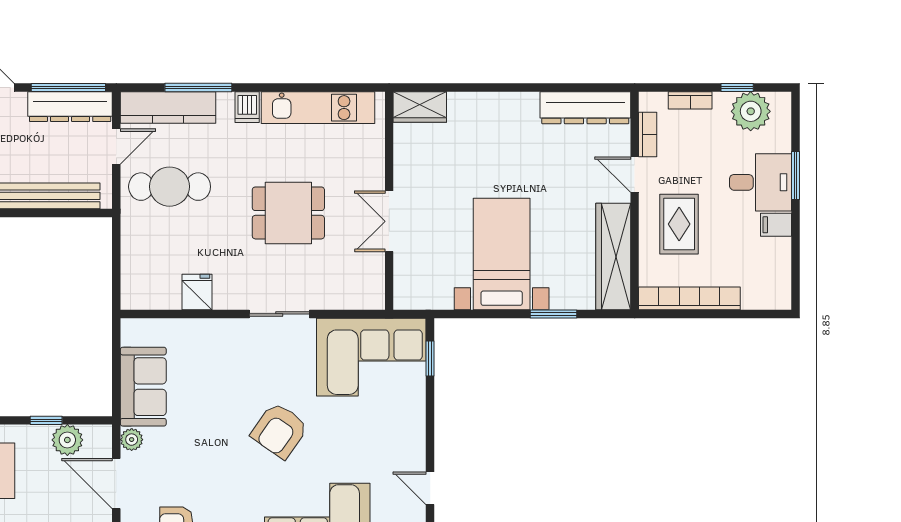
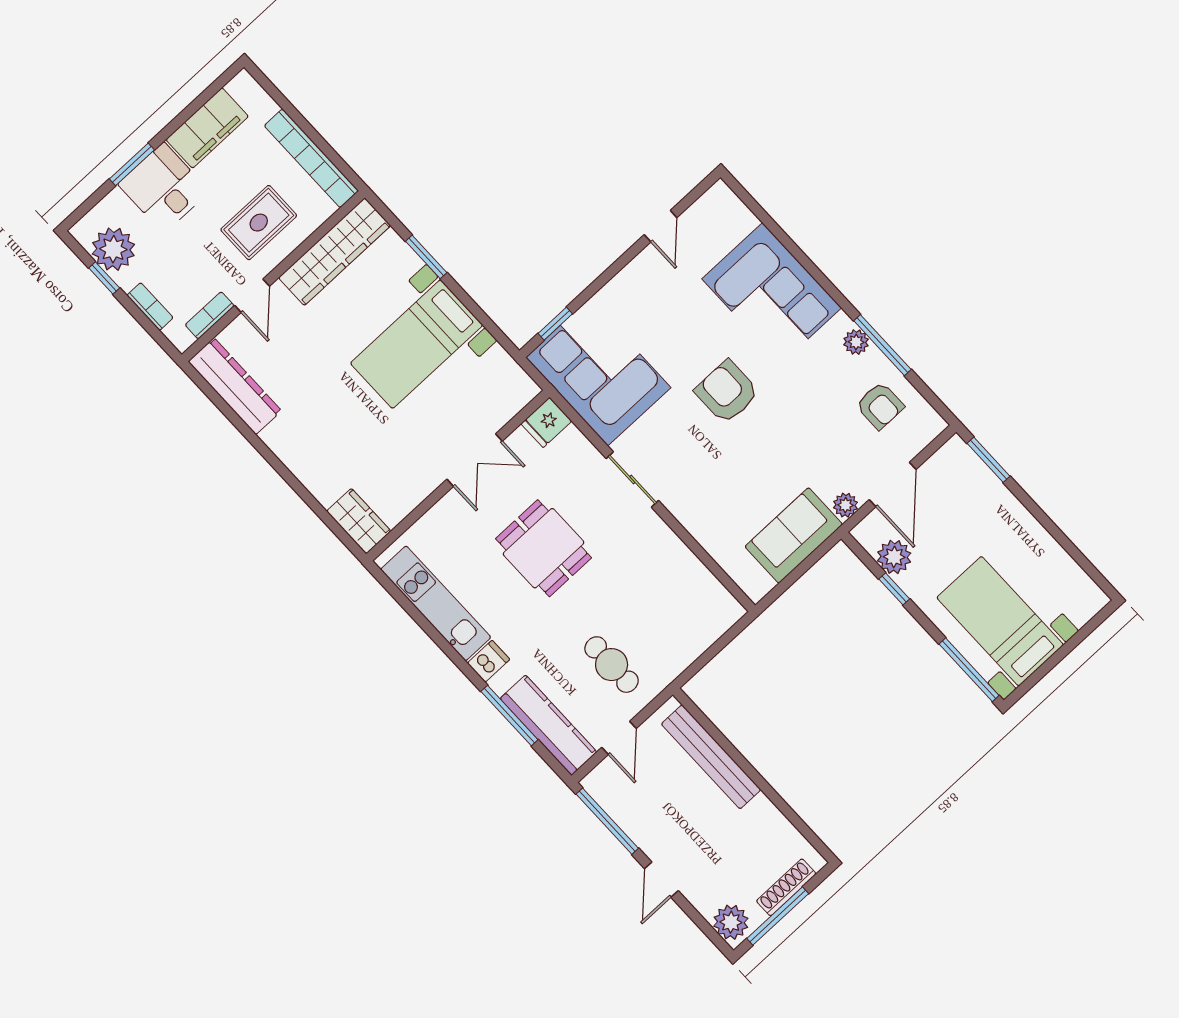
dresser: (70, 107) -> (621, 805), removed
door: (116, 147) -> (619, 738), swing flipped
cafe table: (170, 187) -> (612, 665), width x0.73, depth x0.74
filing cabinet: (776, 225) -> (207, 128), width x3.00, depth x1.17
fridge: (197, 292) -> (546, 422), moved
armchair: (279, 430) -> (727, 392), turned -125

